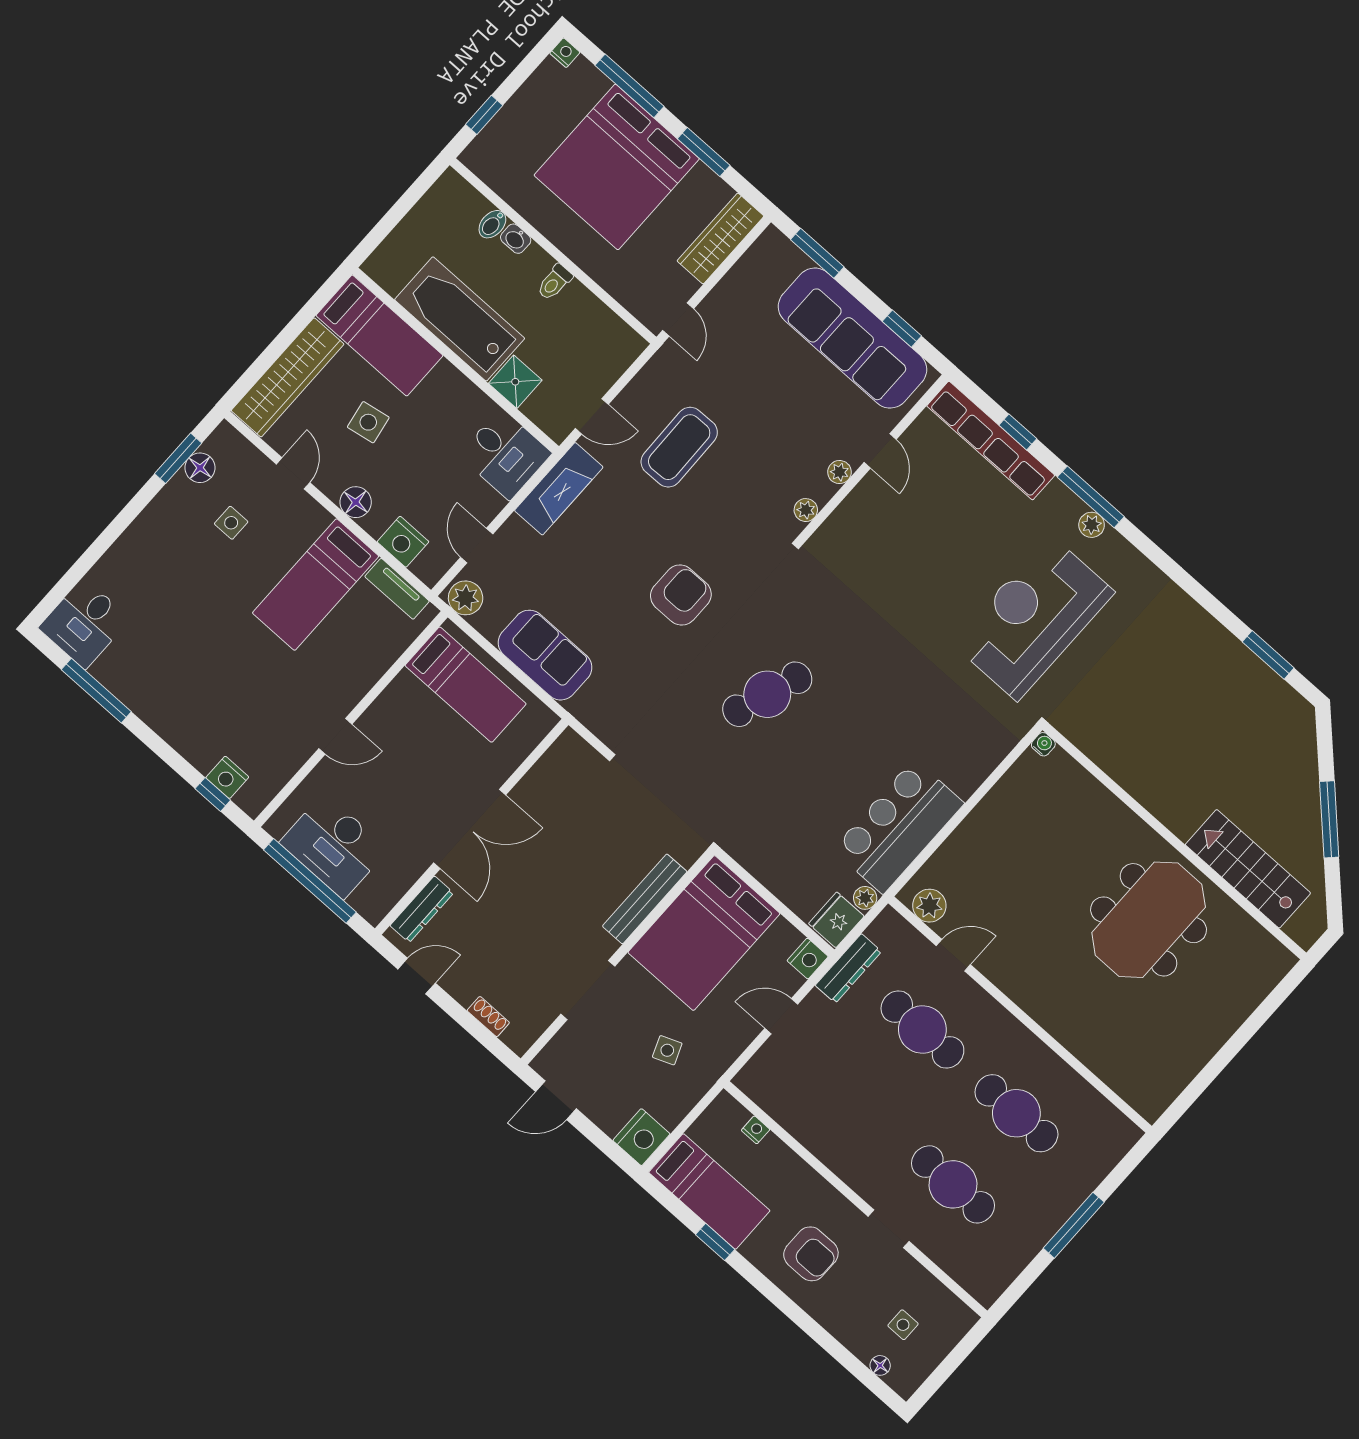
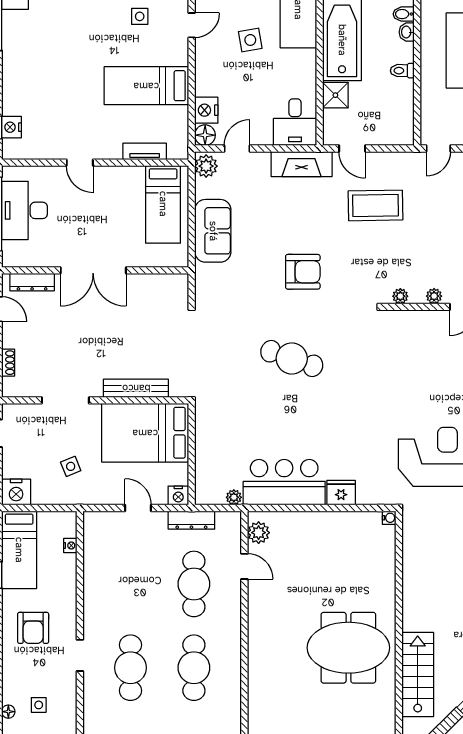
floor lamp: (356, 502) -> (205, 135), moved
tv unit: (397, 589) -> (145, 151), moved, turned 90
fridge: (836, 920) -> (341, 493), moved

